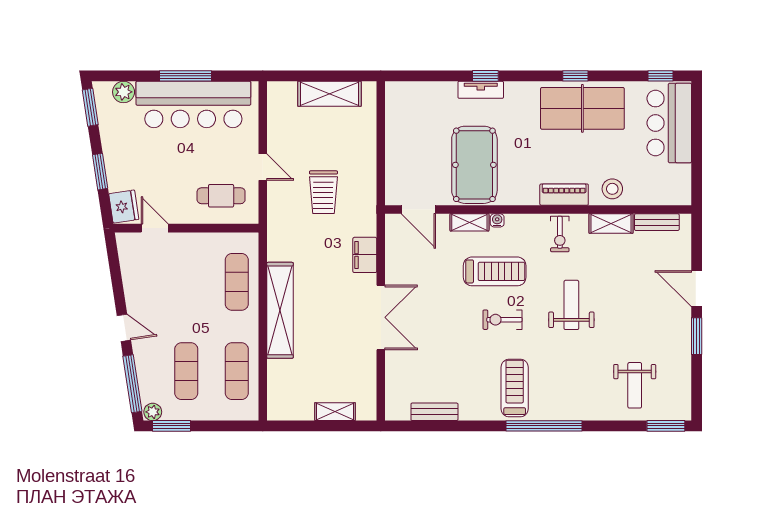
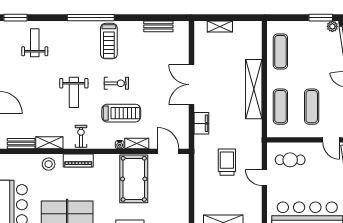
treadmill: (495, 271) -> (121, 113), turned 180
exercise mat: (186, 371) -> (312, 107), moved

